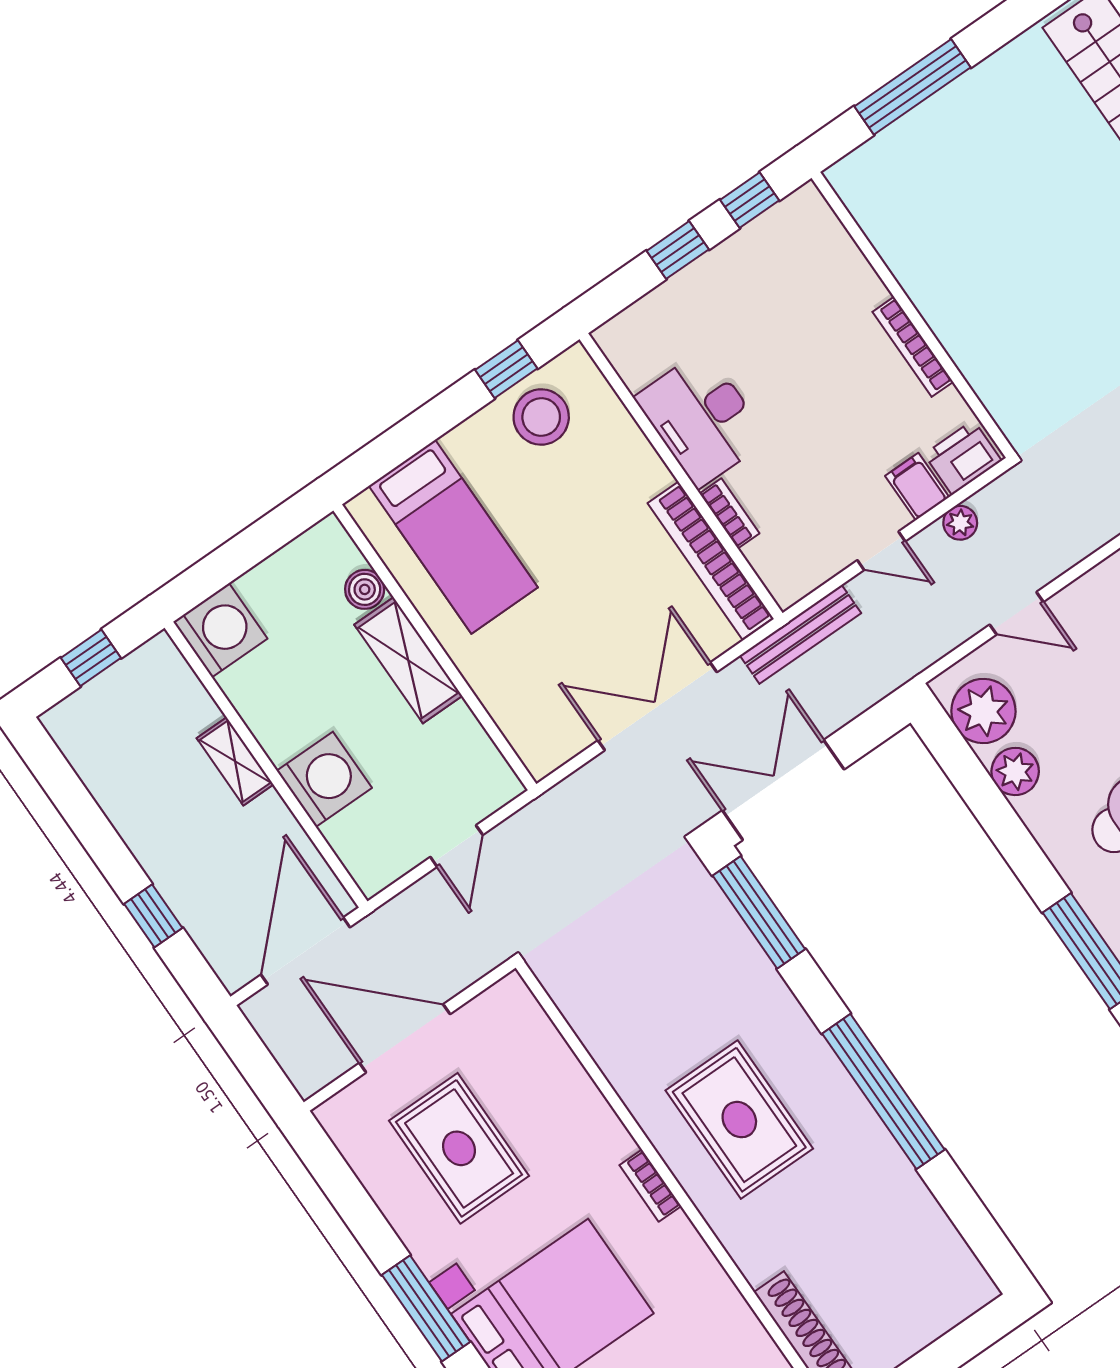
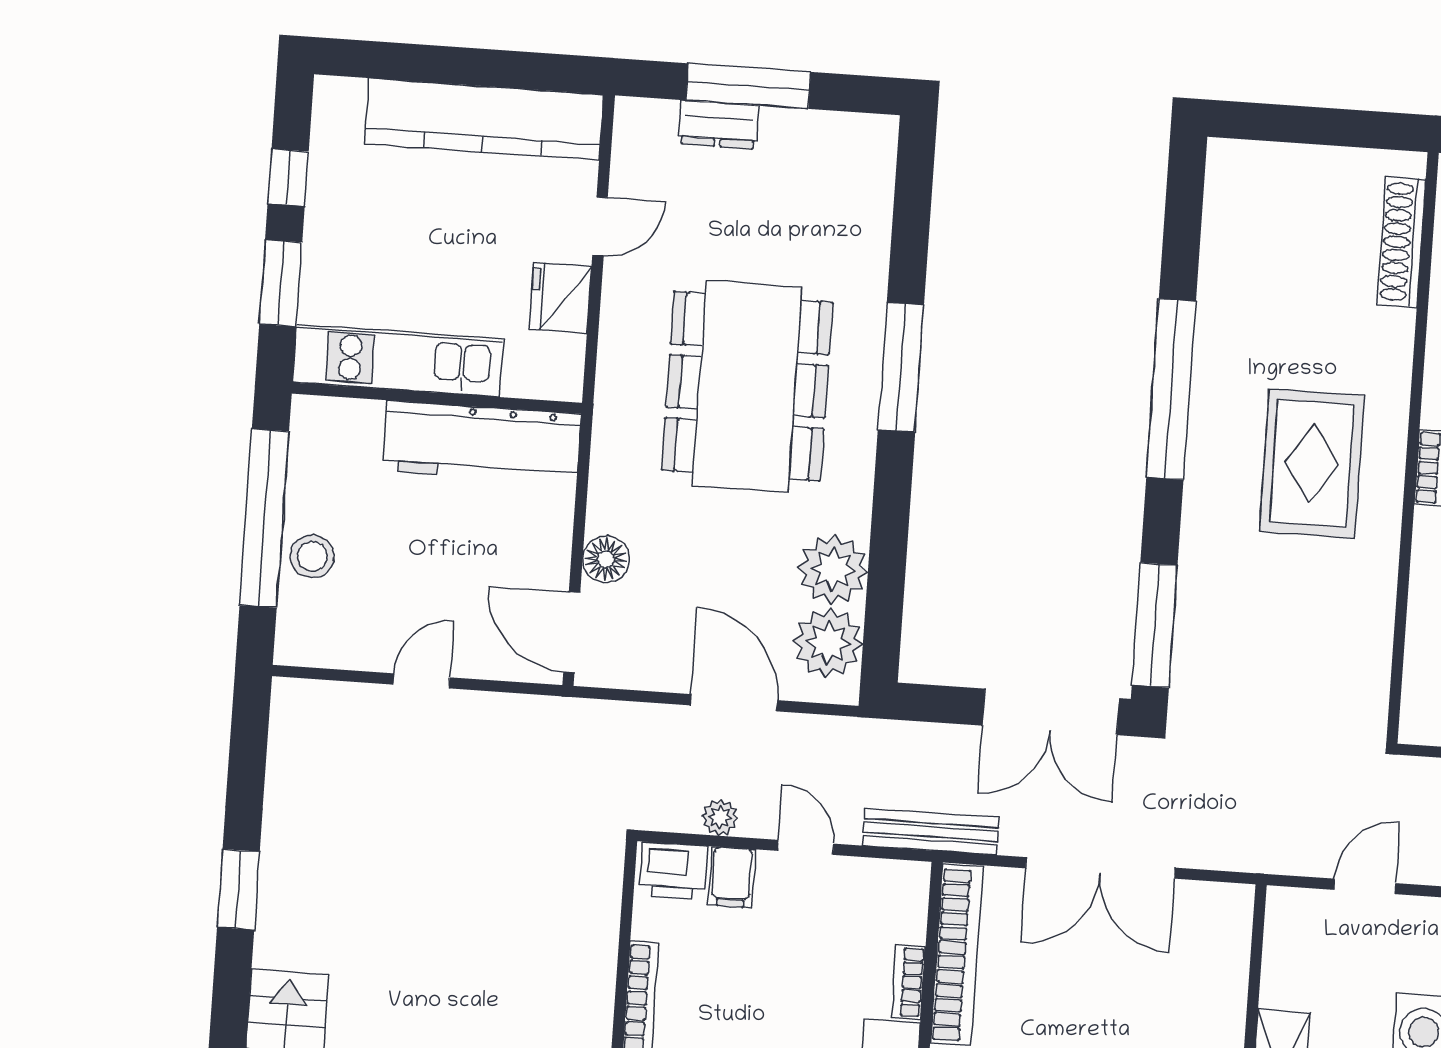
door: (1017, 613) -> (734, 703), width x1.38
plant: (1015, 771) -> (833, 569), width x1.36, depth x1.36

